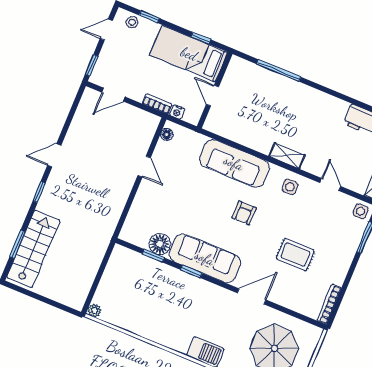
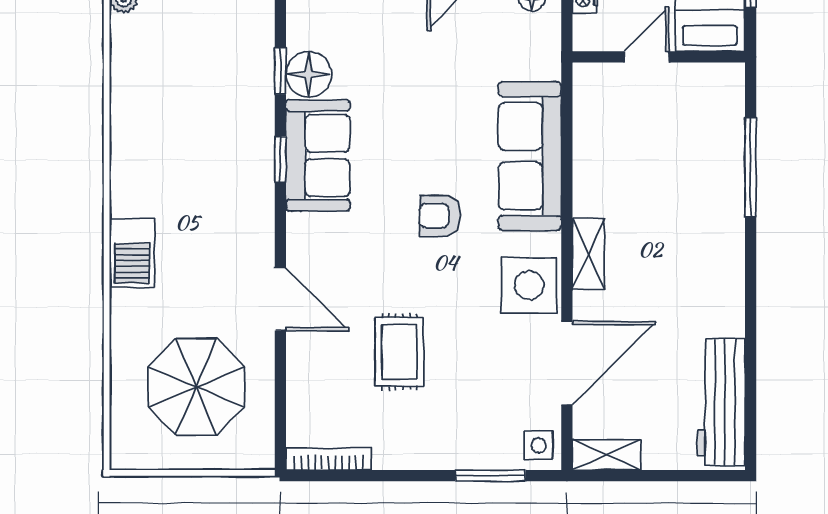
door: (330, 184) -> (567, 363), width x1.87
side table: (290, 187) -> (529, 285), width x1.87, depth x1.87
sofa: (205, 258) -> (318, 156), width x0.73

